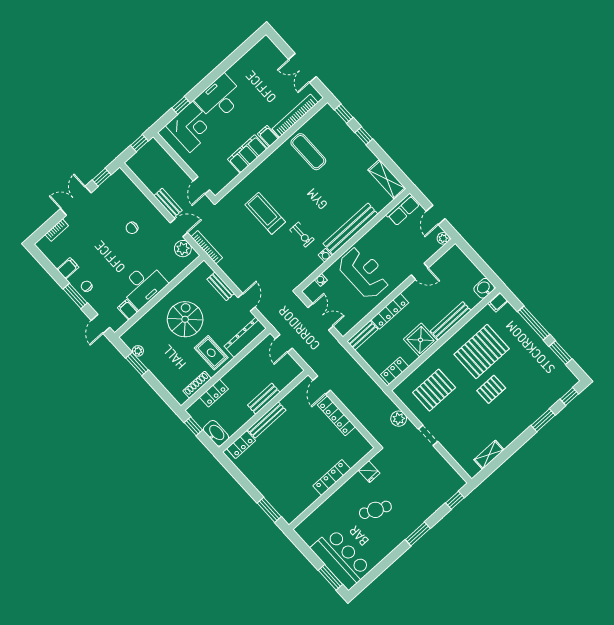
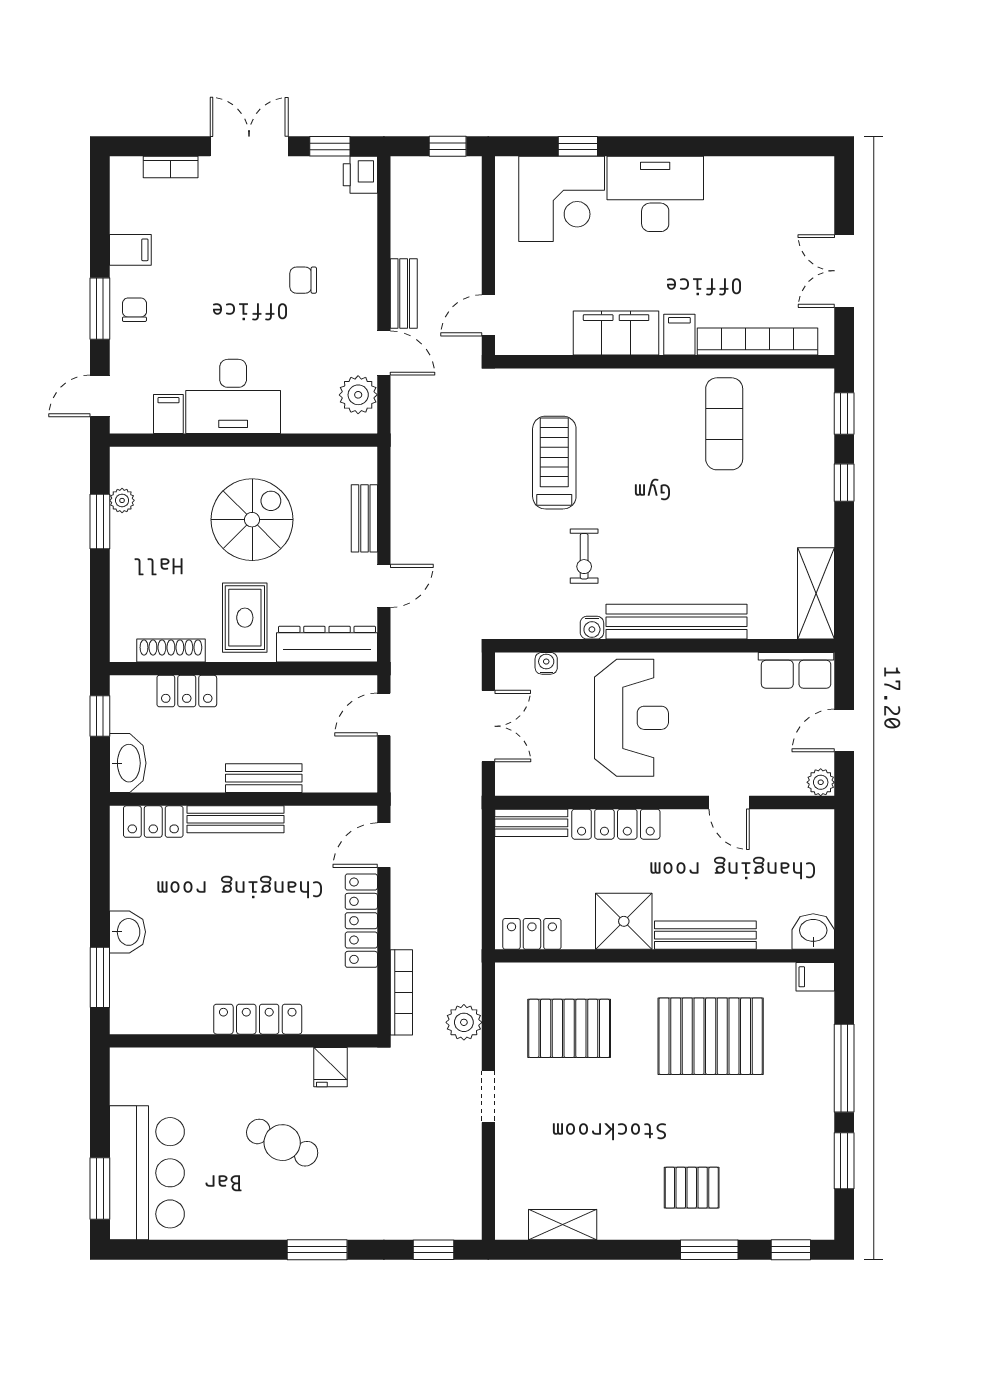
printer: (120, 178) -> (360, 175), added
bookcase: (207, 247) -> (401, 992), moved
pallet: (491, 389) -> (692, 1188), moved
washbasin: (265, 487) -> (128, 932), added

